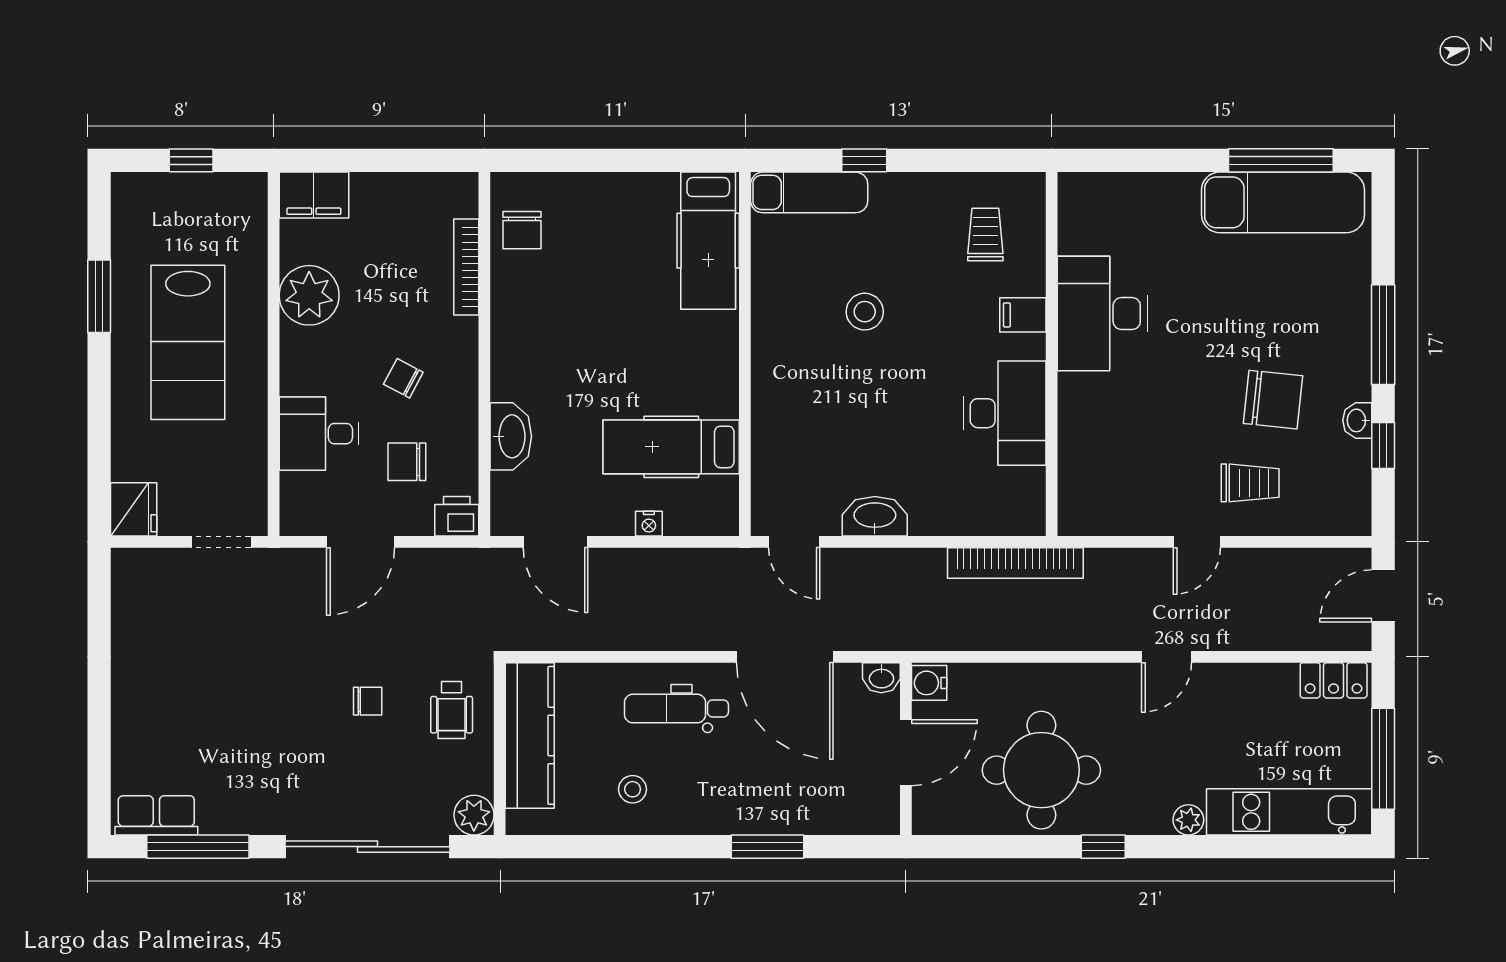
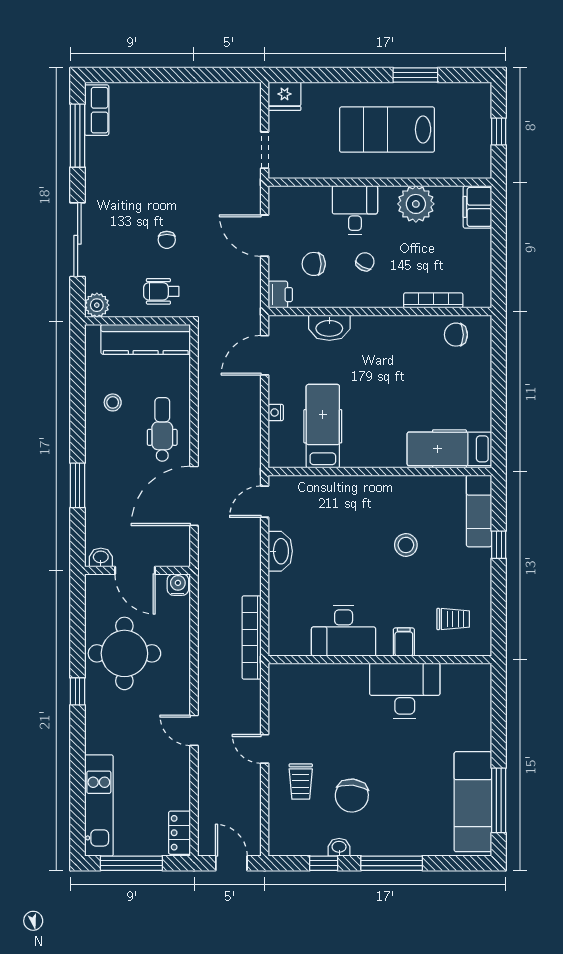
desk: (319, 434) -> (355, 210), moved
chair: (407, 462) -> (314, 264), turned -90
washbasin: (881, 678) -> (101, 557), moved, turned 90
plant: (1188, 820) -> (94, 744), removed
sliding door: (367, 847) -> (78, 240), width x0.73

